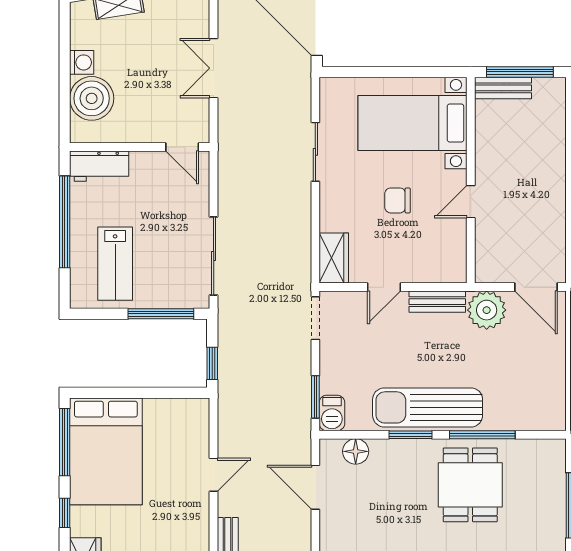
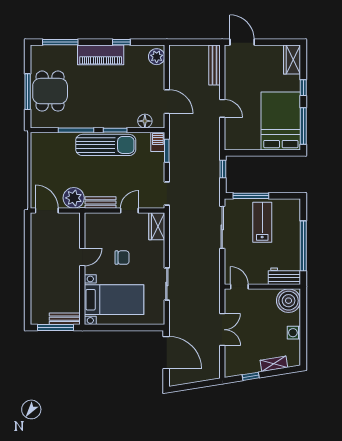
boiler: (92, 98) -> (289, 301), moved
lab bench: (115, 264) -> (262, 222), moved
door: (214, 475) -> (222, 108), swing flipped
dining table: (470, 485) -> (50, 91), moved

